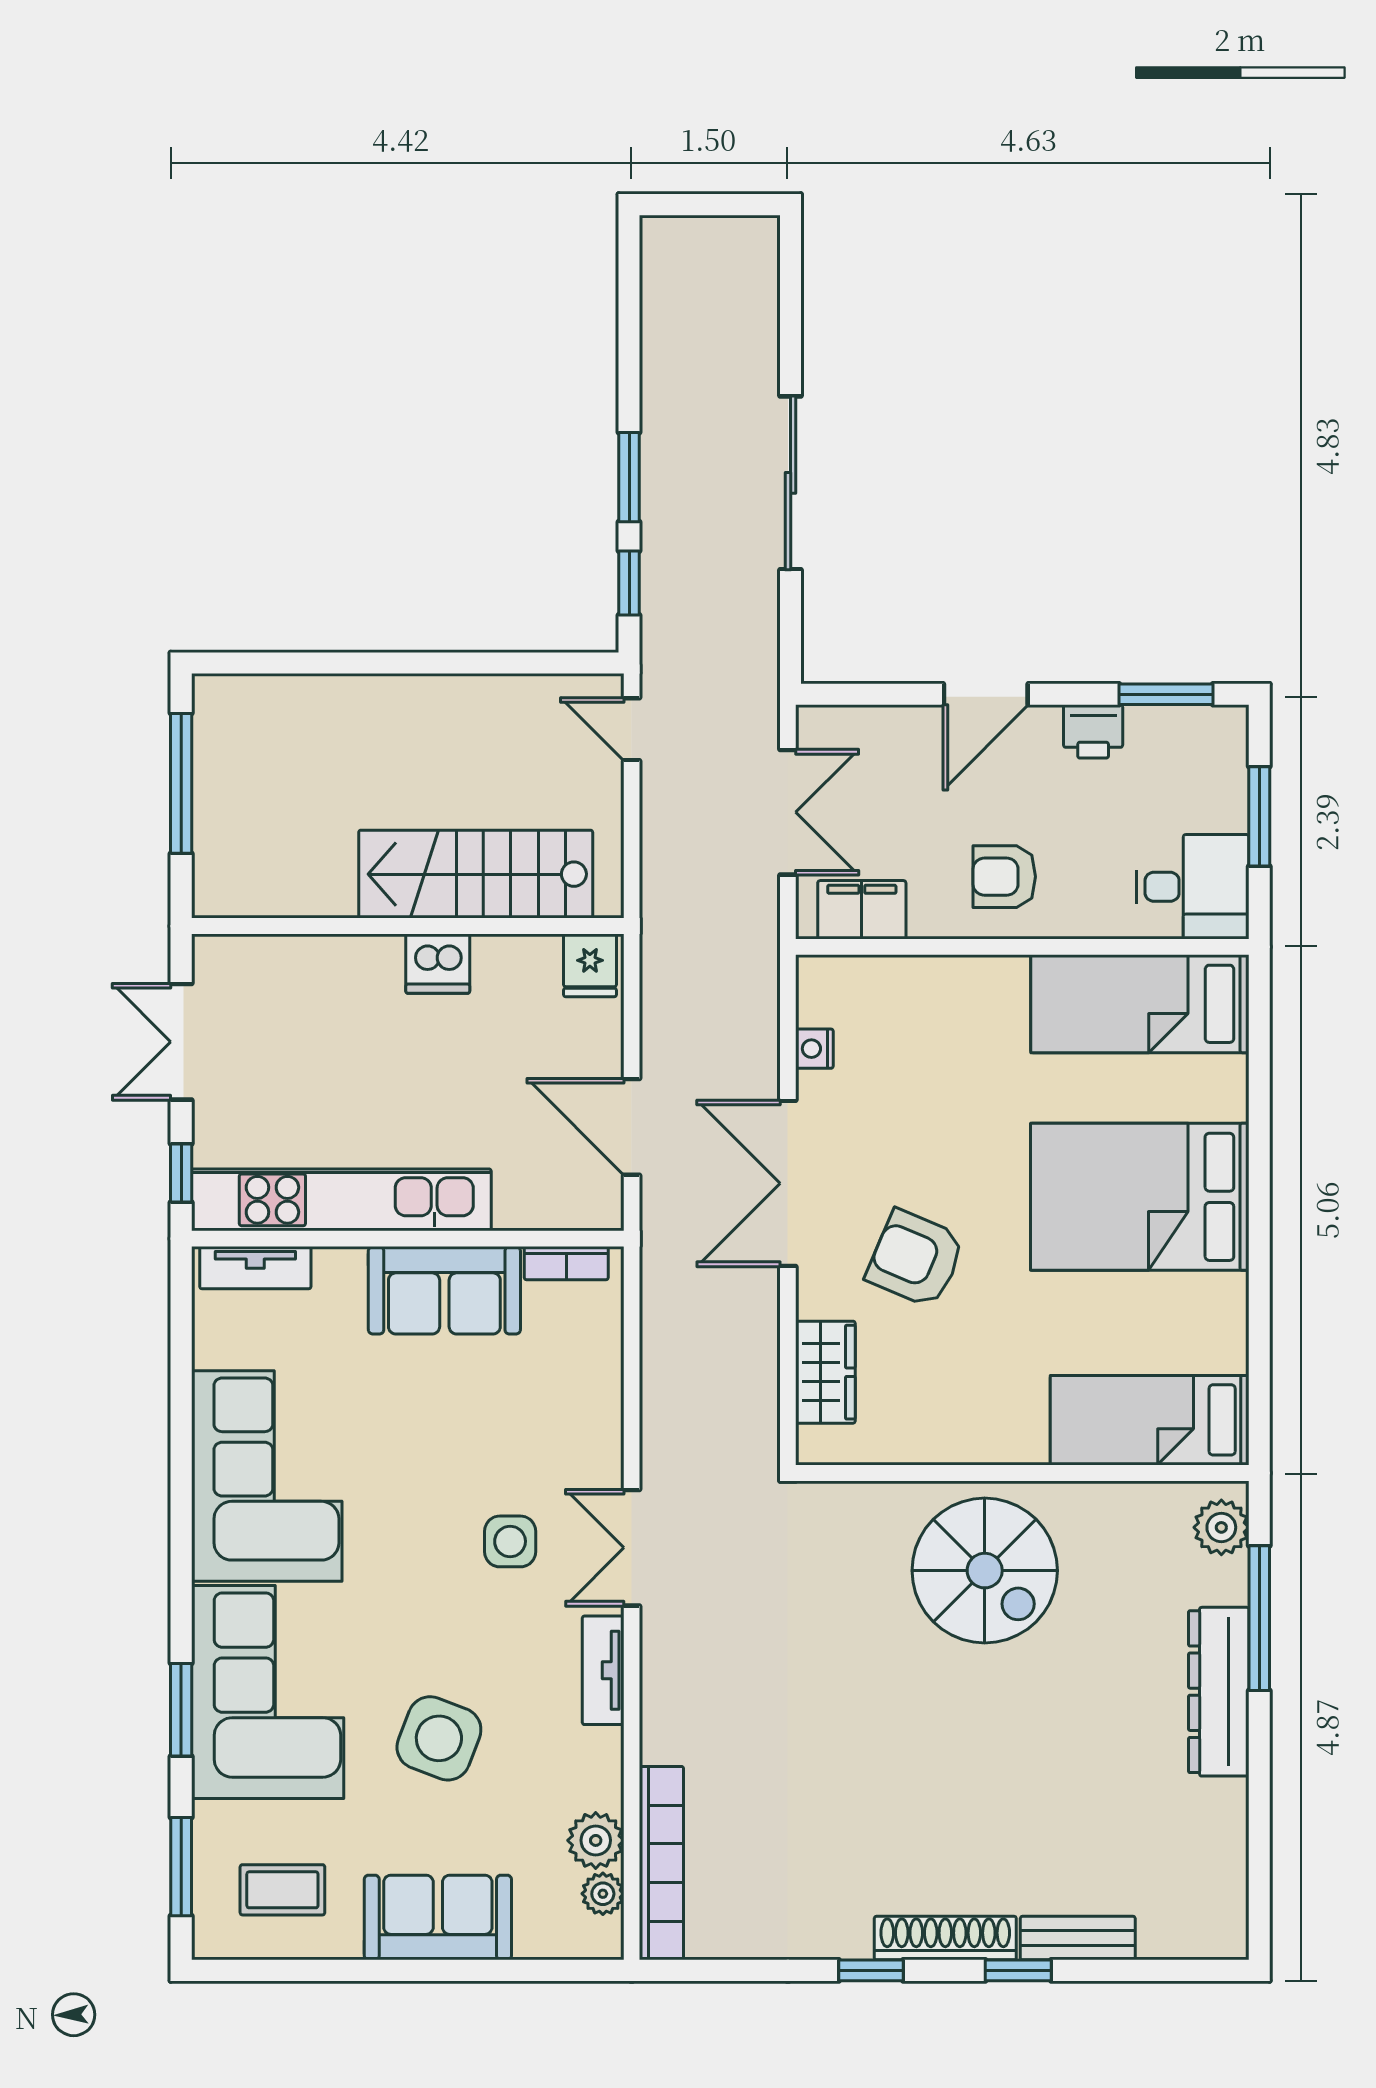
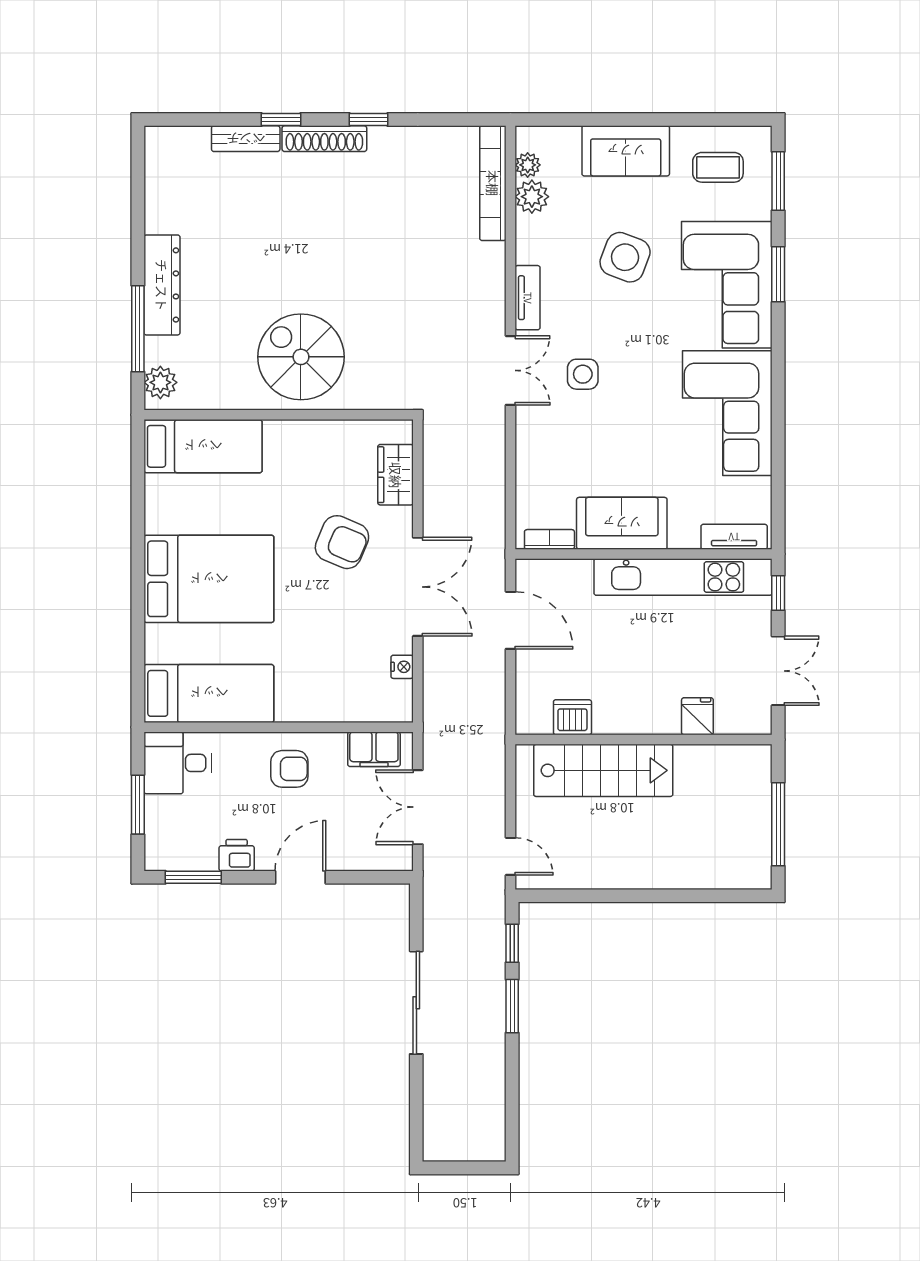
dishwasher: (438, 964) -> (572, 717), moved
fridge: (590, 965) -> (697, 716), moved

